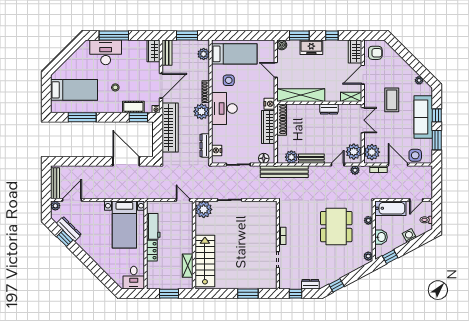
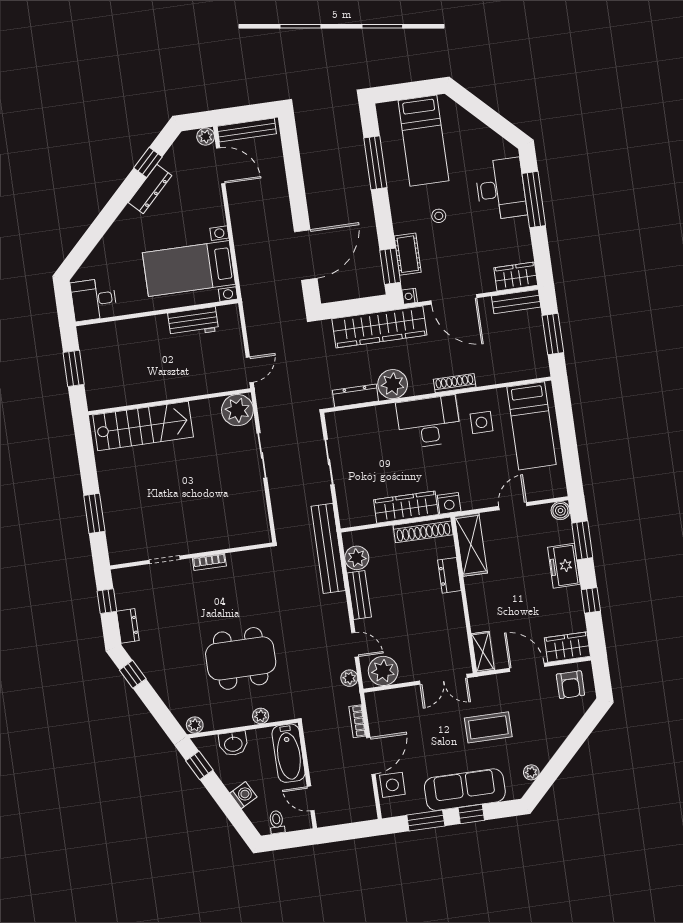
plant: (204, 54) -> (523, 369), removed
shelving: (301, 95) -> (471, 545), width x0.68
dresser: (329, 109) -> (449, 575), moved
plant: (202, 111) -> (393, 384), moved
nightstand: (217, 150) -> (349, 419), removed
plant: (372, 152) -> (387, 704), removed
floor lamp: (264, 158) -> (347, 507), removed
dresser: (69, 229) -> (150, 189), moved
locker: (152, 251) -> (148, 326), removed
shelving: (188, 266) -> (130, 395), removed

